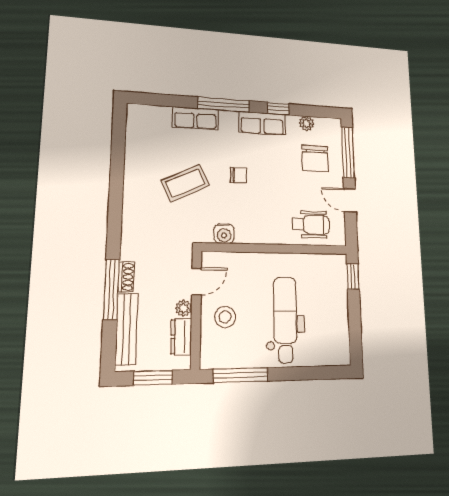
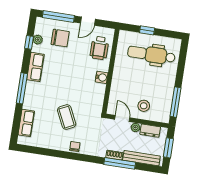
window: (278, 109) -> (29, 42), moved
row of seats: (196, 118) -> (26, 123), moved
chair: (238, 175) -> (75, 146), moved
wheelchair: (311, 224) -> (99, 48), turned 180
water cooler: (224, 234) -> (102, 77), moved
window: (353, 276) -> (147, 30), moved
dental chair: (285, 320) -> (151, 55), moved

